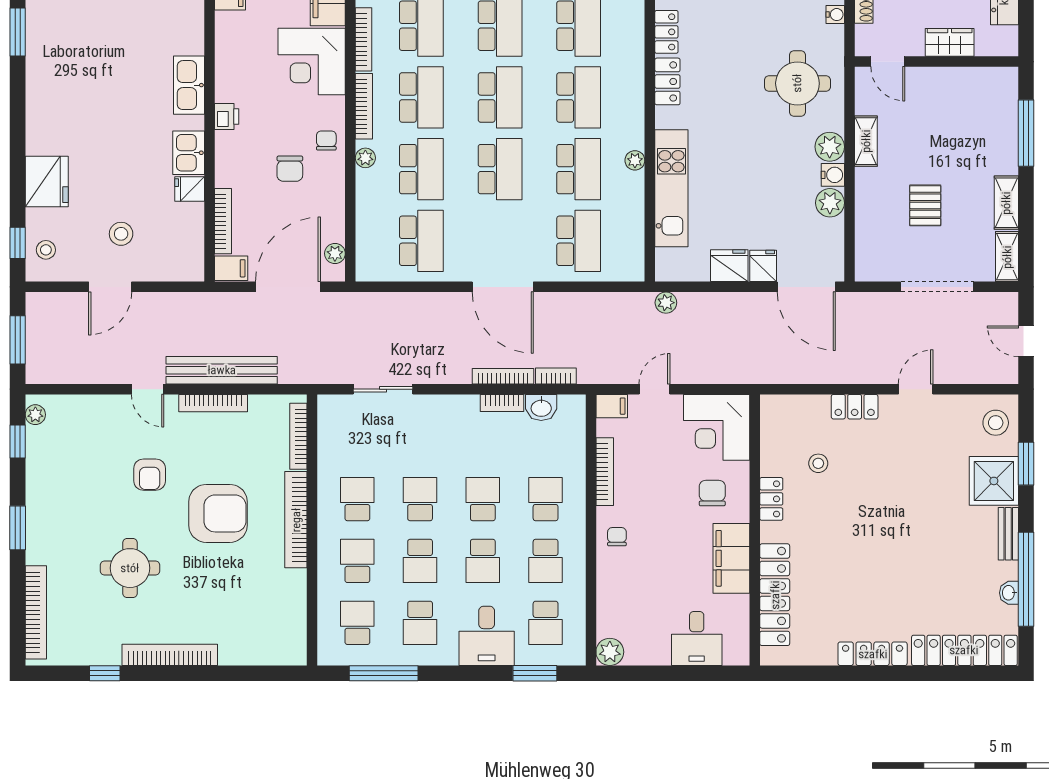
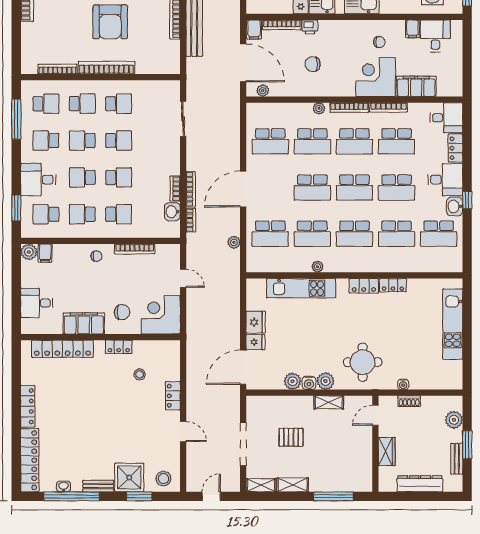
printer: (227, 117) -> (310, 27), moved
chair: (326, 140) -> (379, 42), moved
plant: (666, 303) -> (234, 242), moved
filing cabinet: (612, 406) -> (45, 253), moved
bookcase: (298, 436) -> (57, 69), moved

